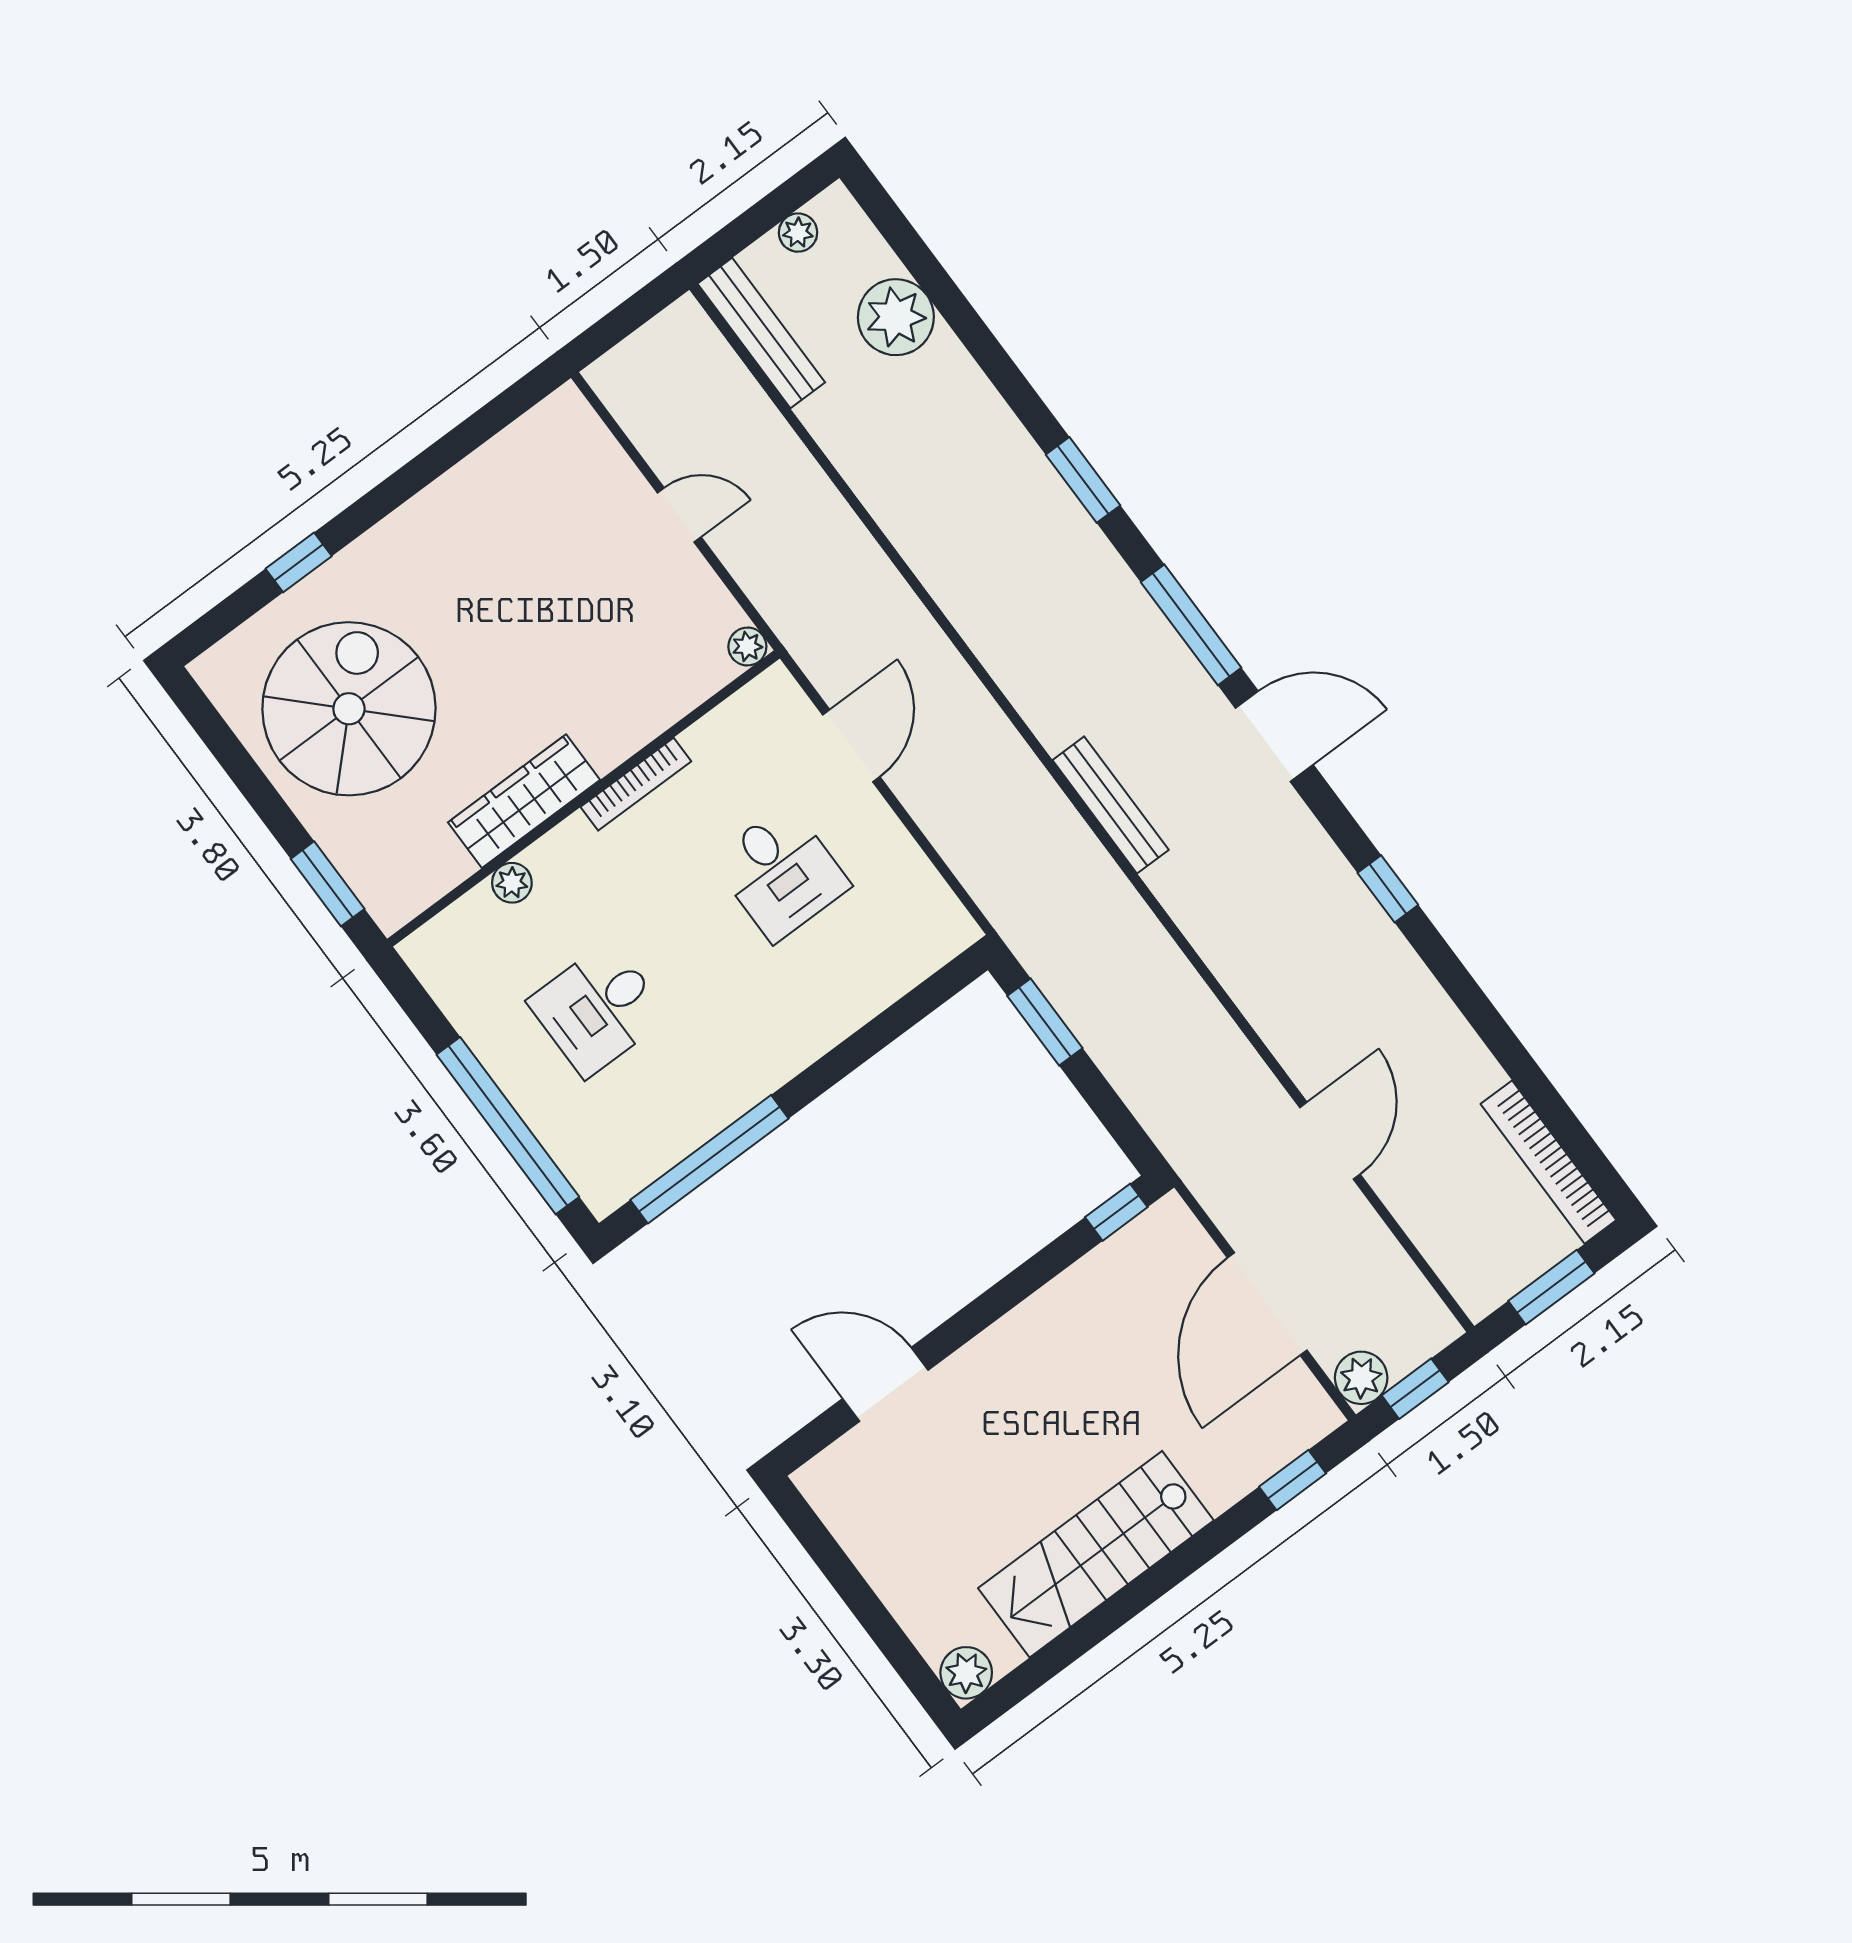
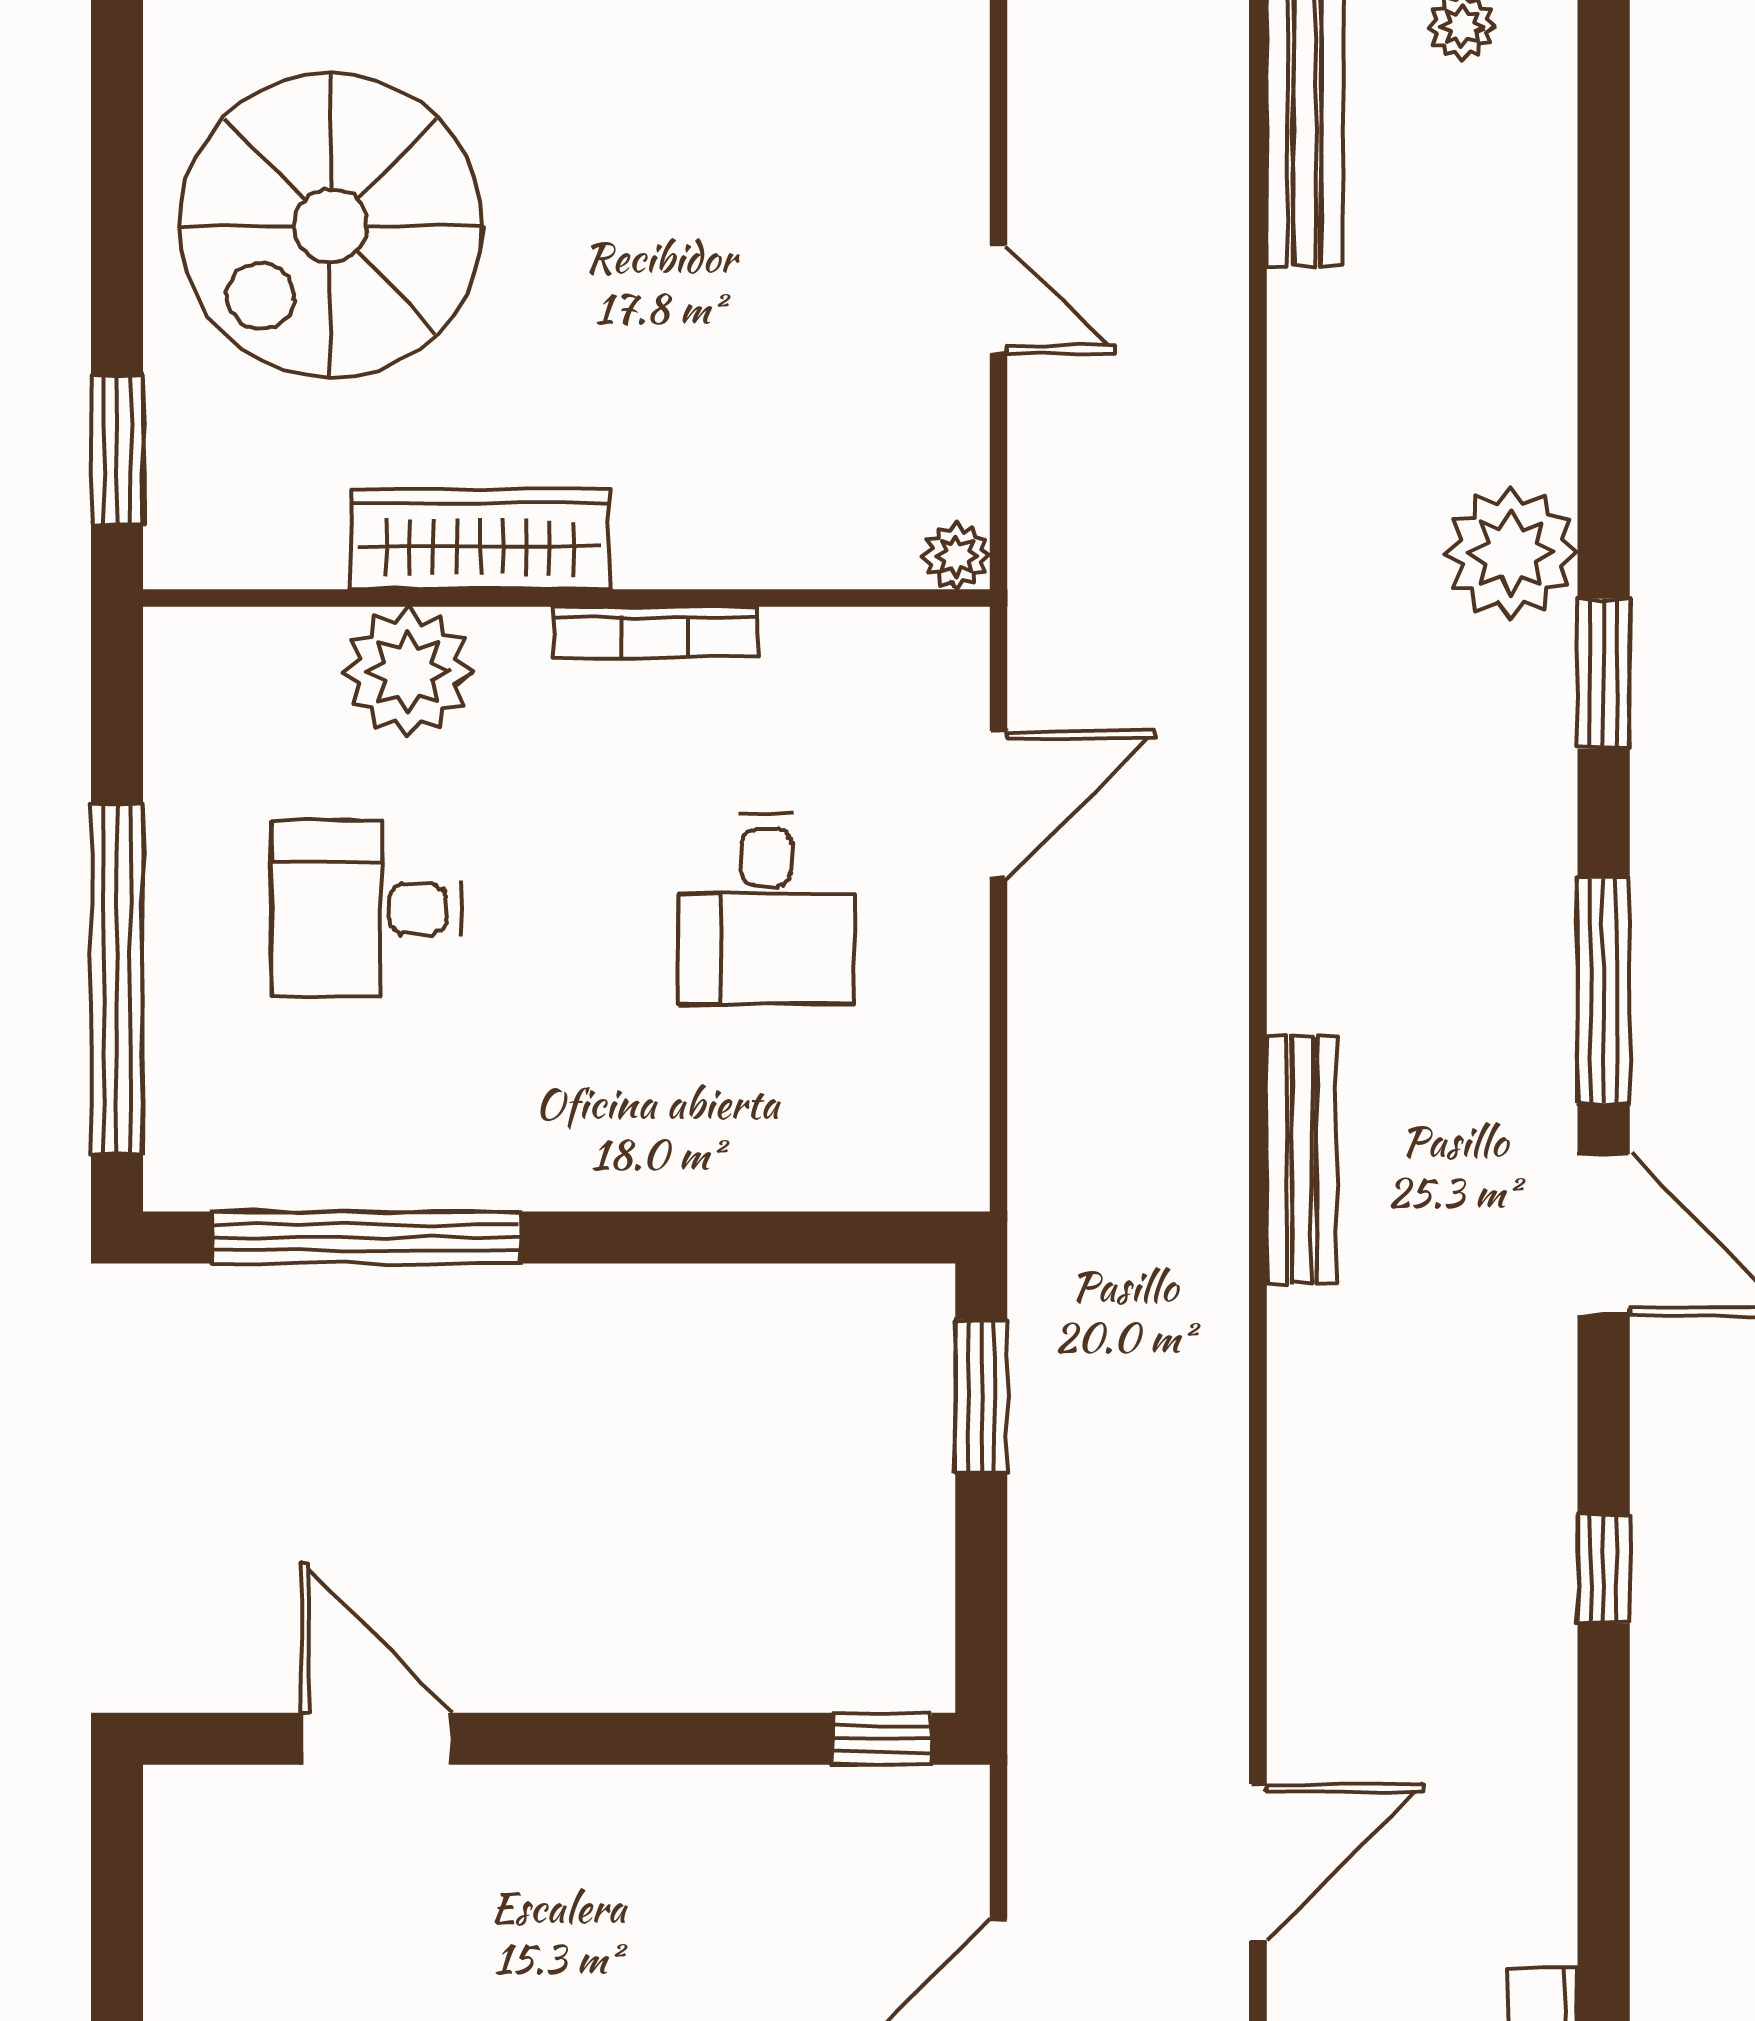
plant: (896, 317) -> (1511, 553), moved
spiral stairs: (349, 709) -> (331, 226), turned 180
plant: (512, 883) -> (408, 672), width x1.87, depth x1.87

